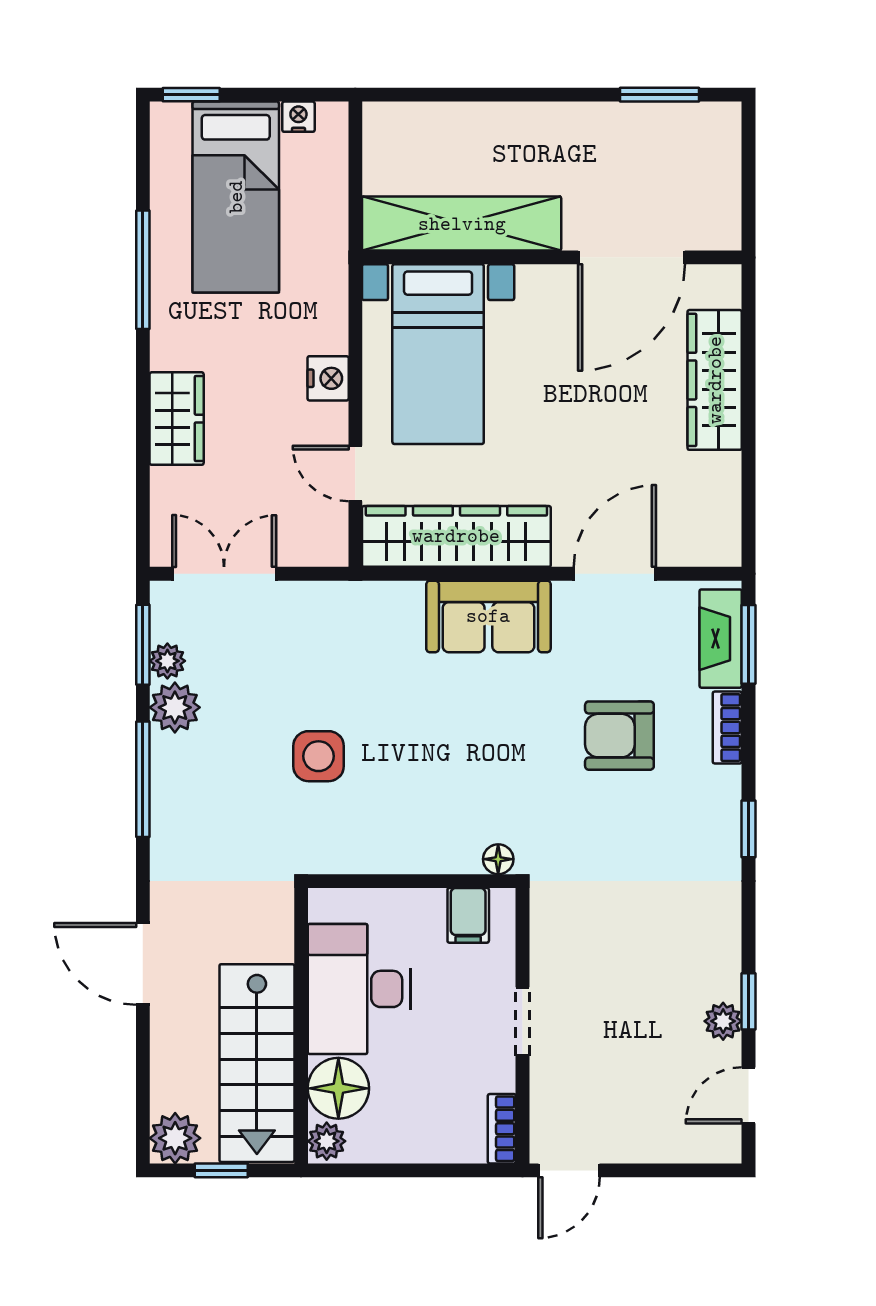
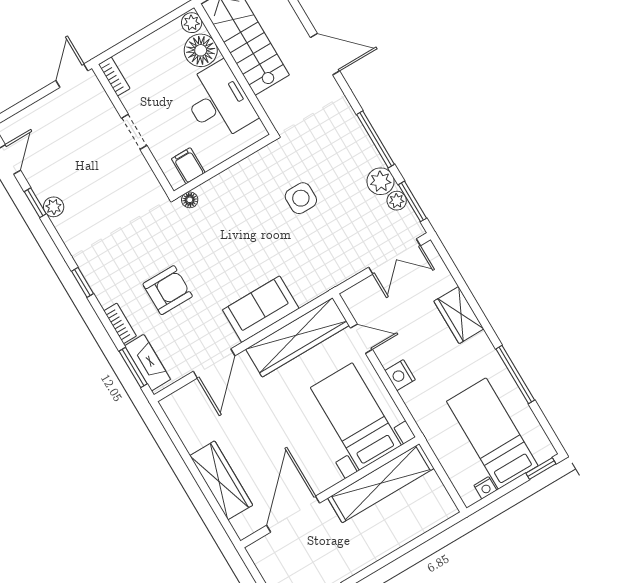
plant: (723, 1021) -> (54, 207), moved

